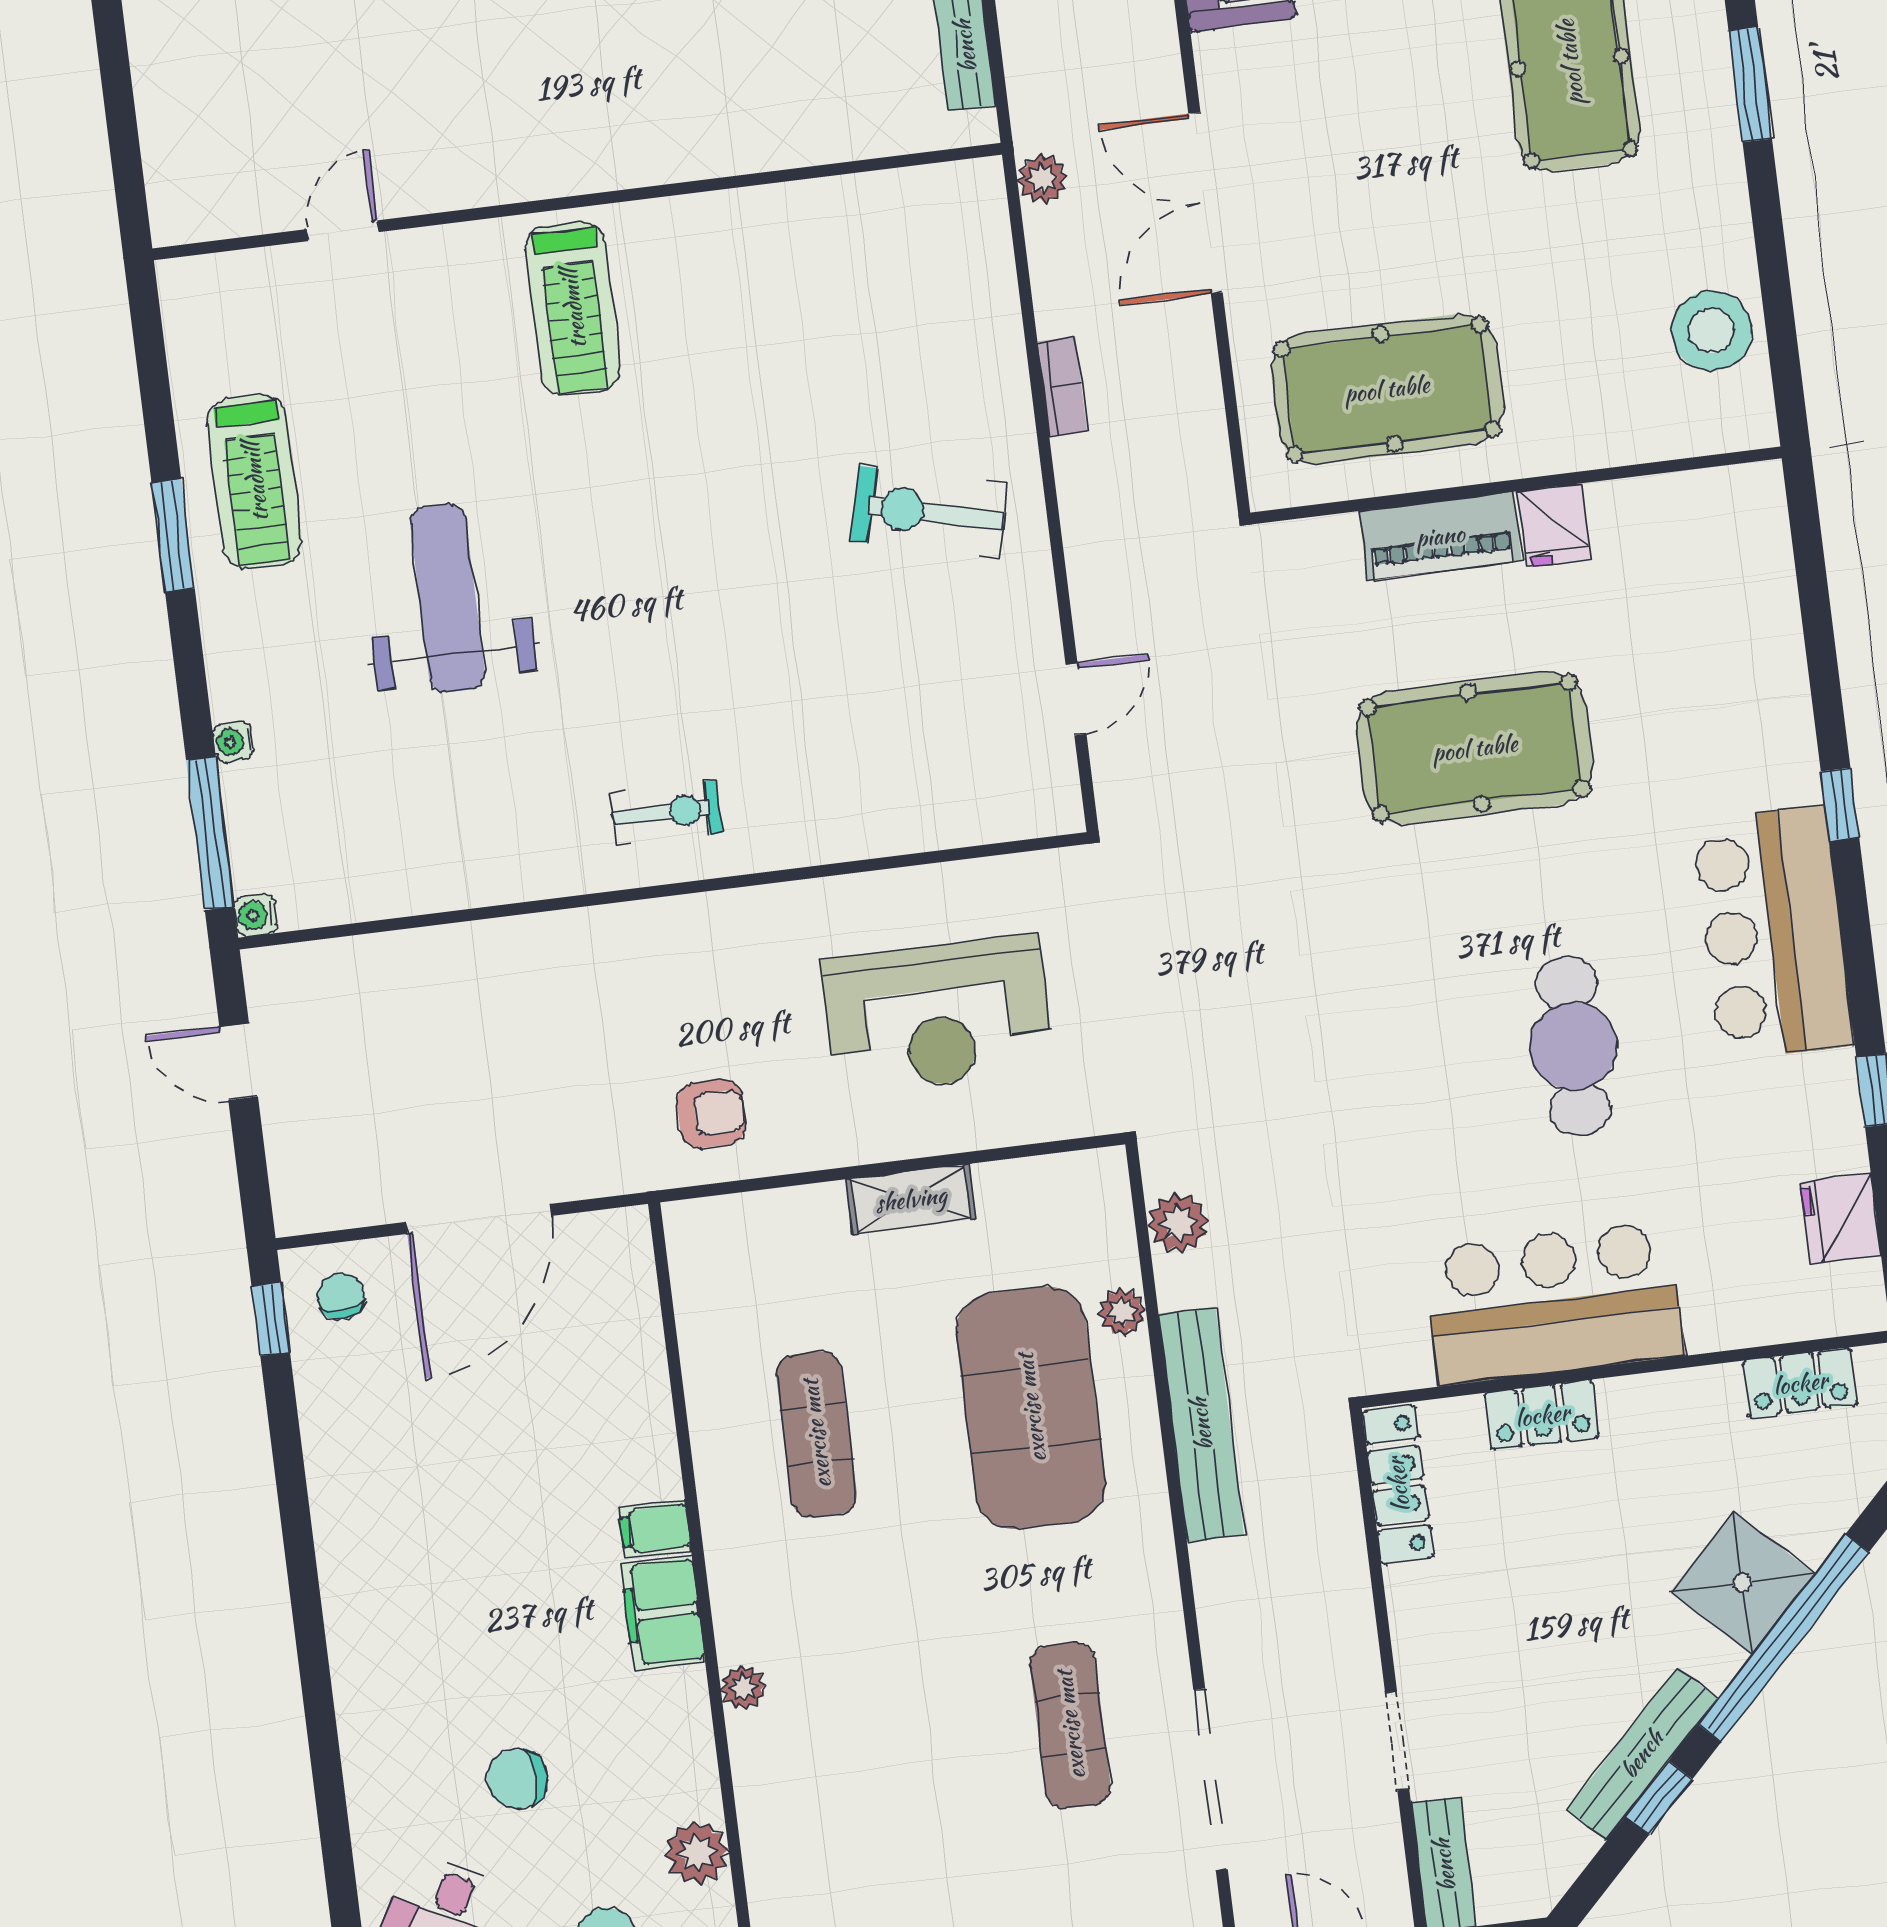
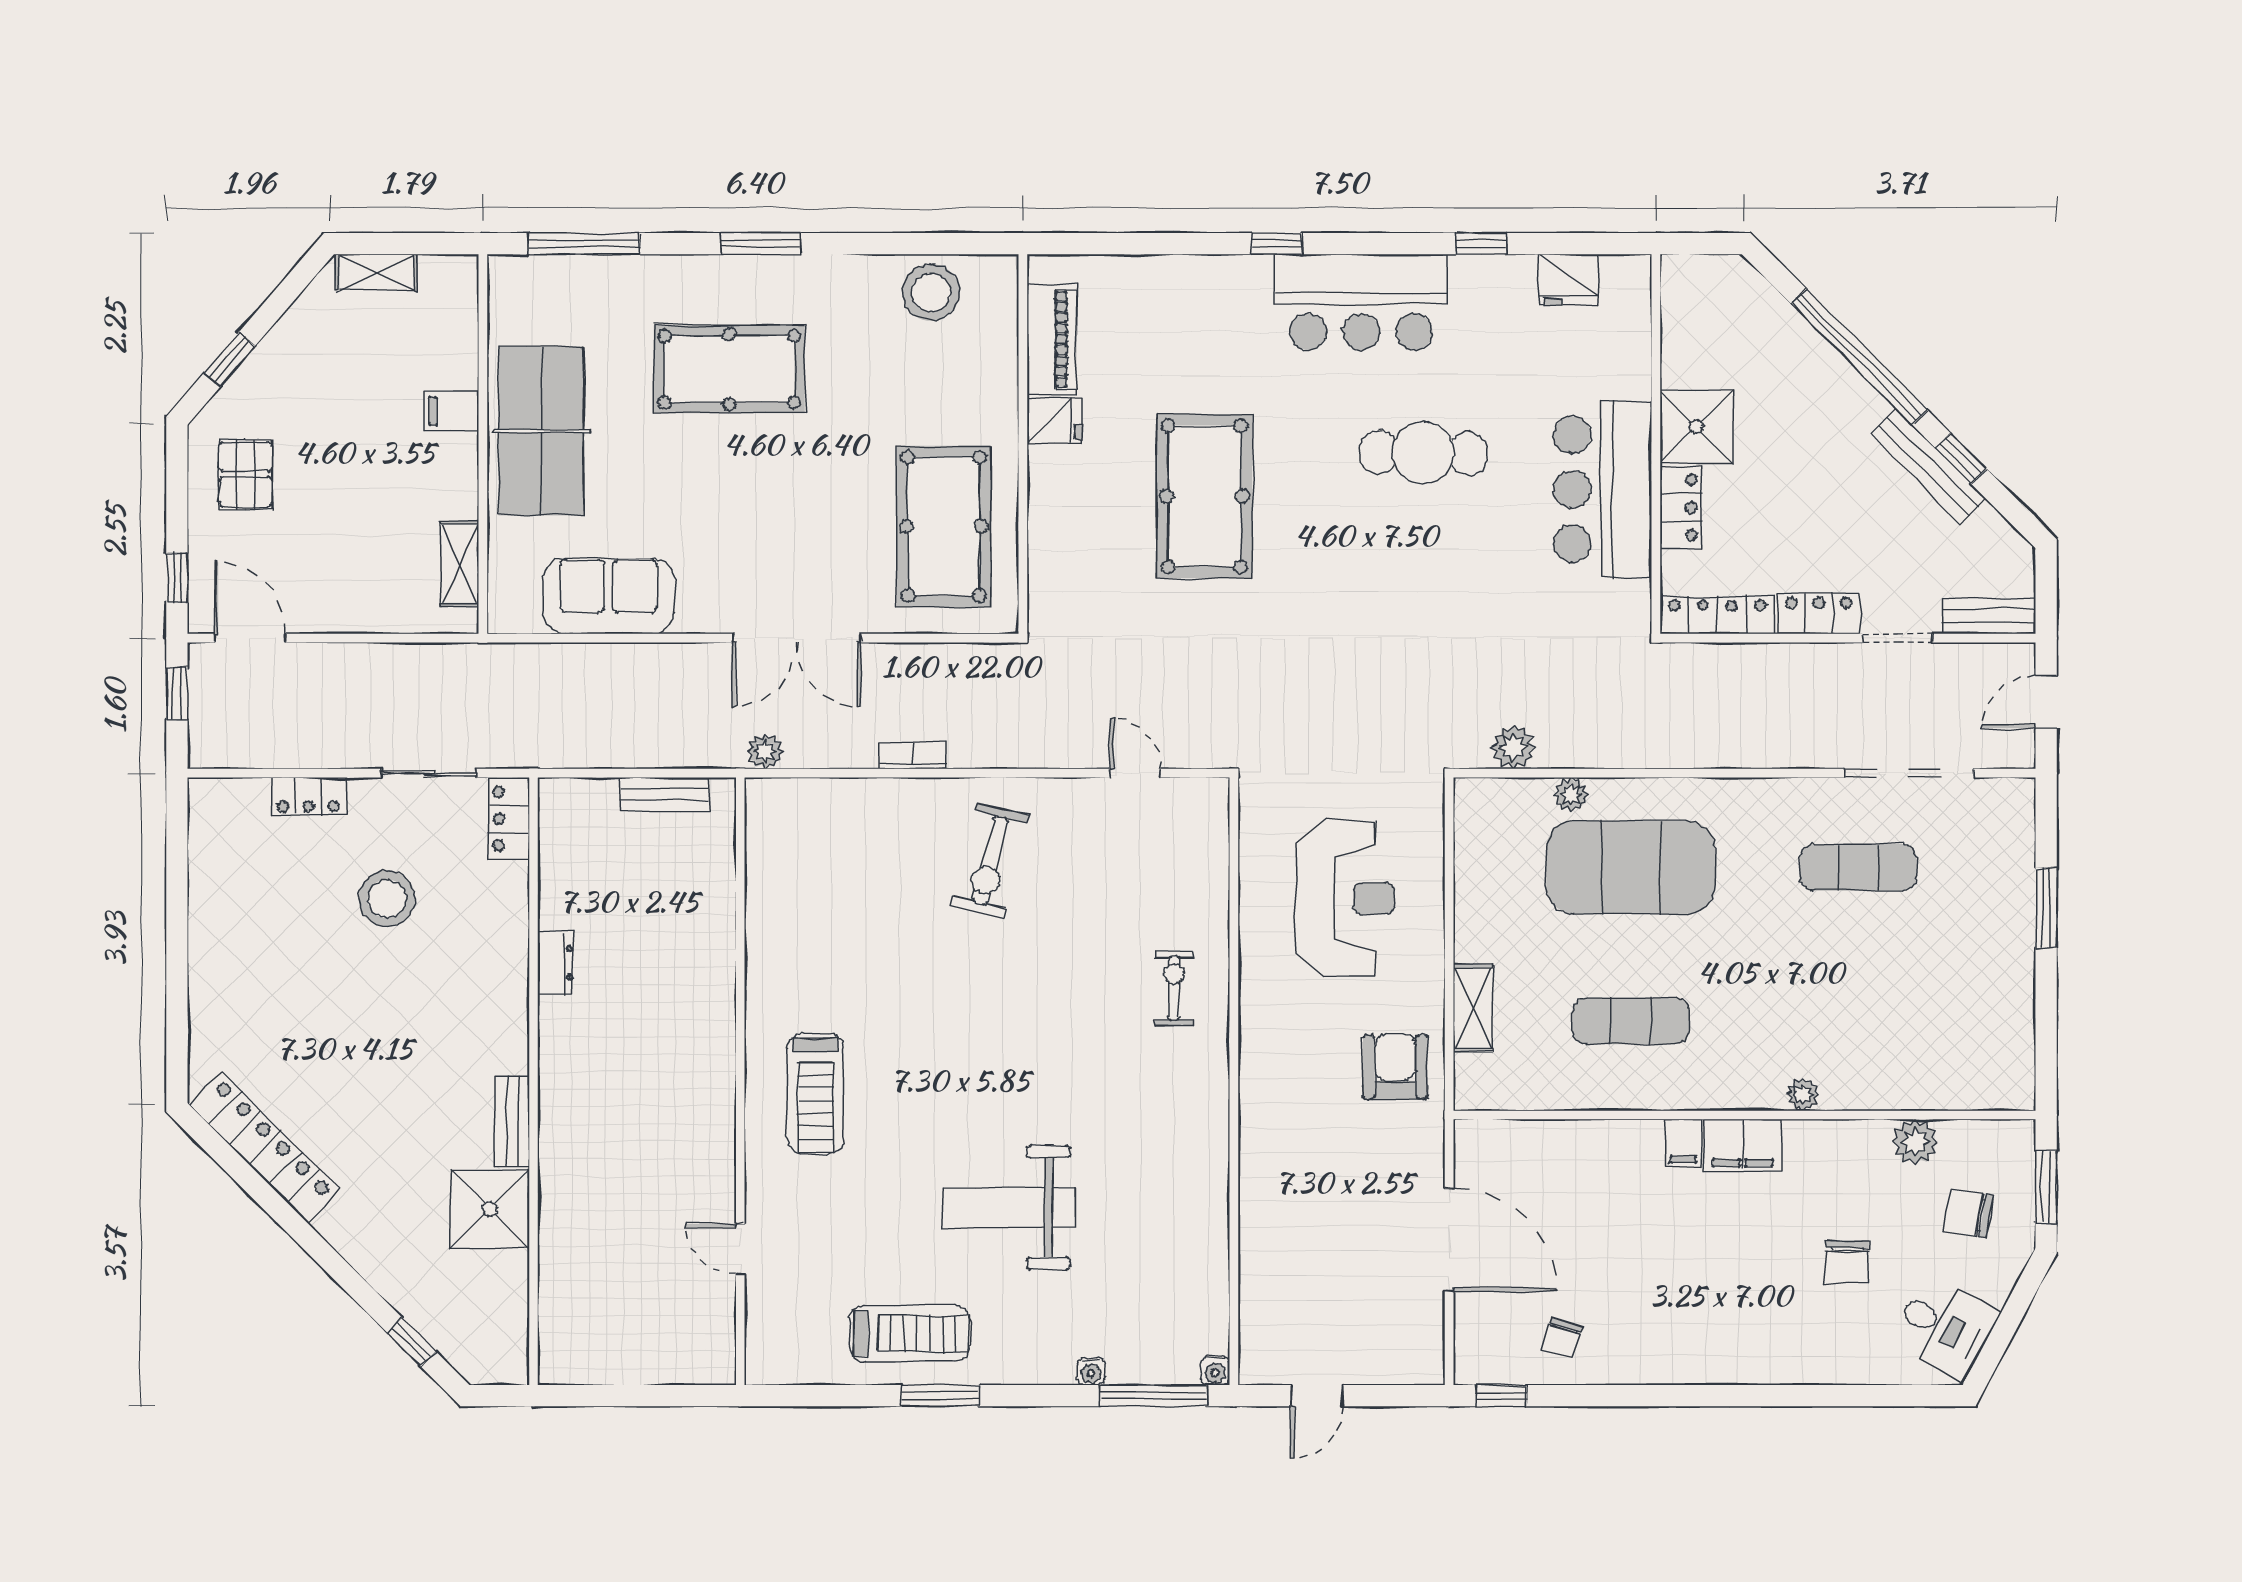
treadmill: (573, 309) -> (815, 1094), turned 90
piano: (1440, 536) -> (1052, 339), moved
exercise bike: (666, 813) -> (1174, 988), moved
armchair: (711, 1114) -> (1395, 1067), width x1.38, depth x1.38
shelving: (911, 1199) -> (1473, 1008), moved
chair: (341, 1296) -> (1562, 1338), moved, turned -72
locker: (1800, 1383) -> (1819, 613), moved, turned -90
bench: (1201, 1424) -> (1657, 749), removed
shower: (1742, 1583) -> (1697, 427), moved, turned 45

